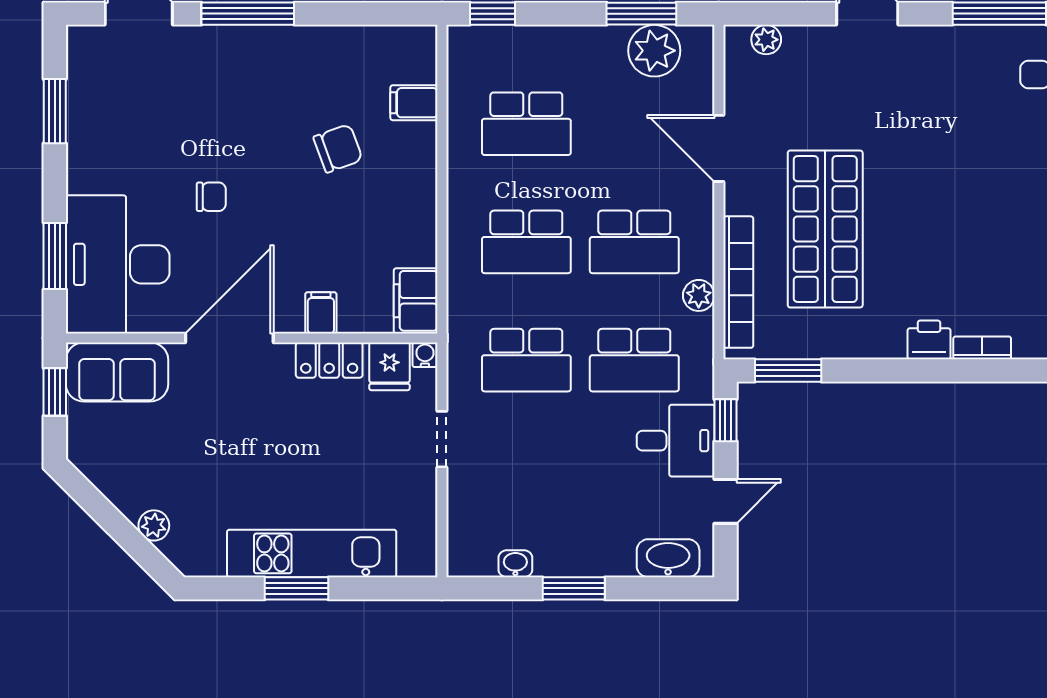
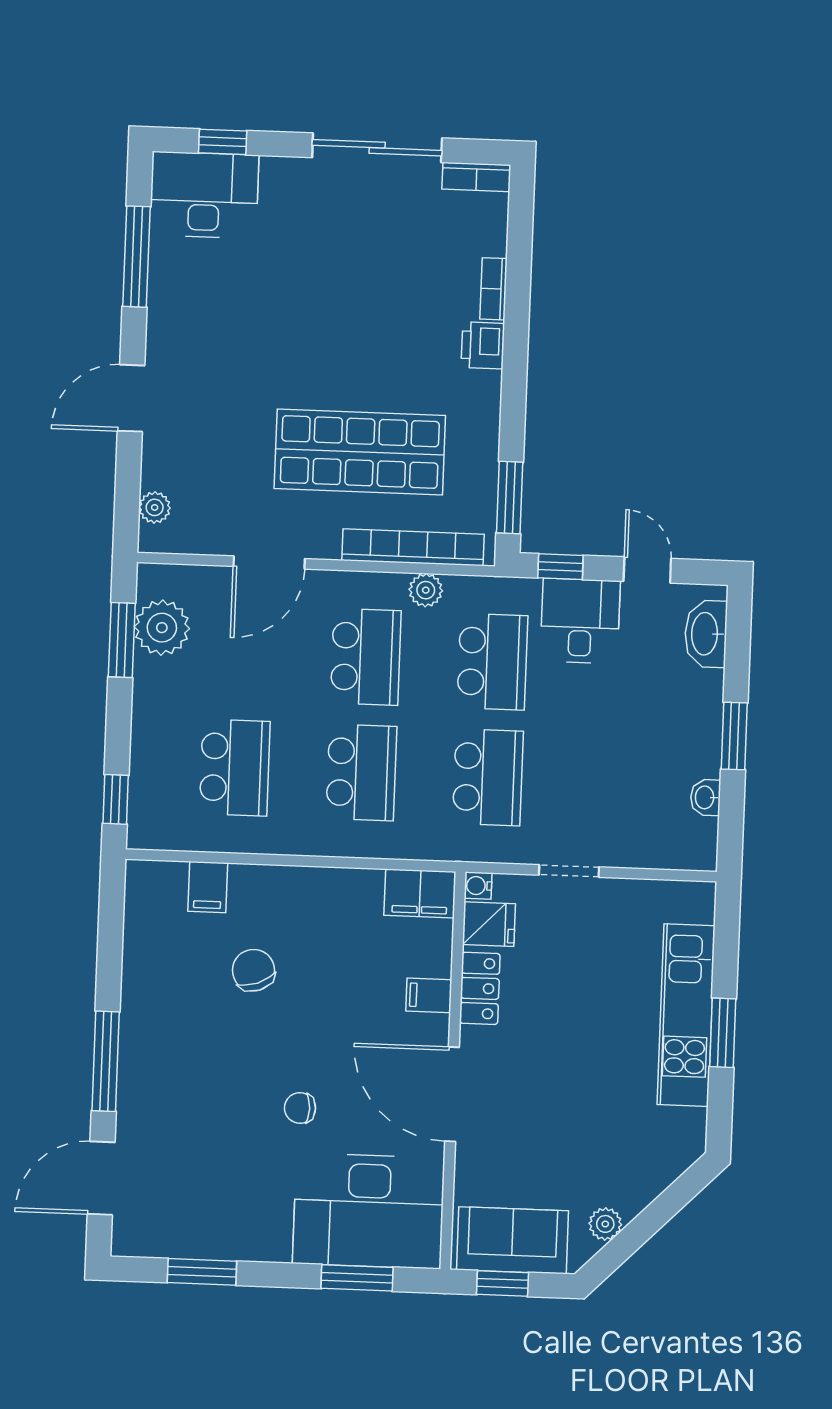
chair: (211, 197) -> (300, 1108), turned -90
sofa: (117, 372) -> (512, 1240), moved, turned -90
plant: (154, 525) -> (605, 1224), moved

